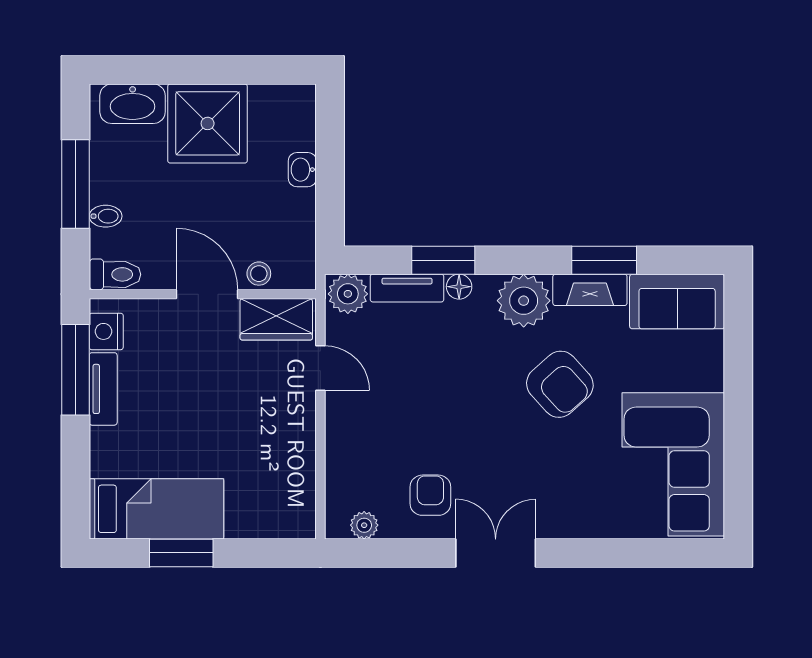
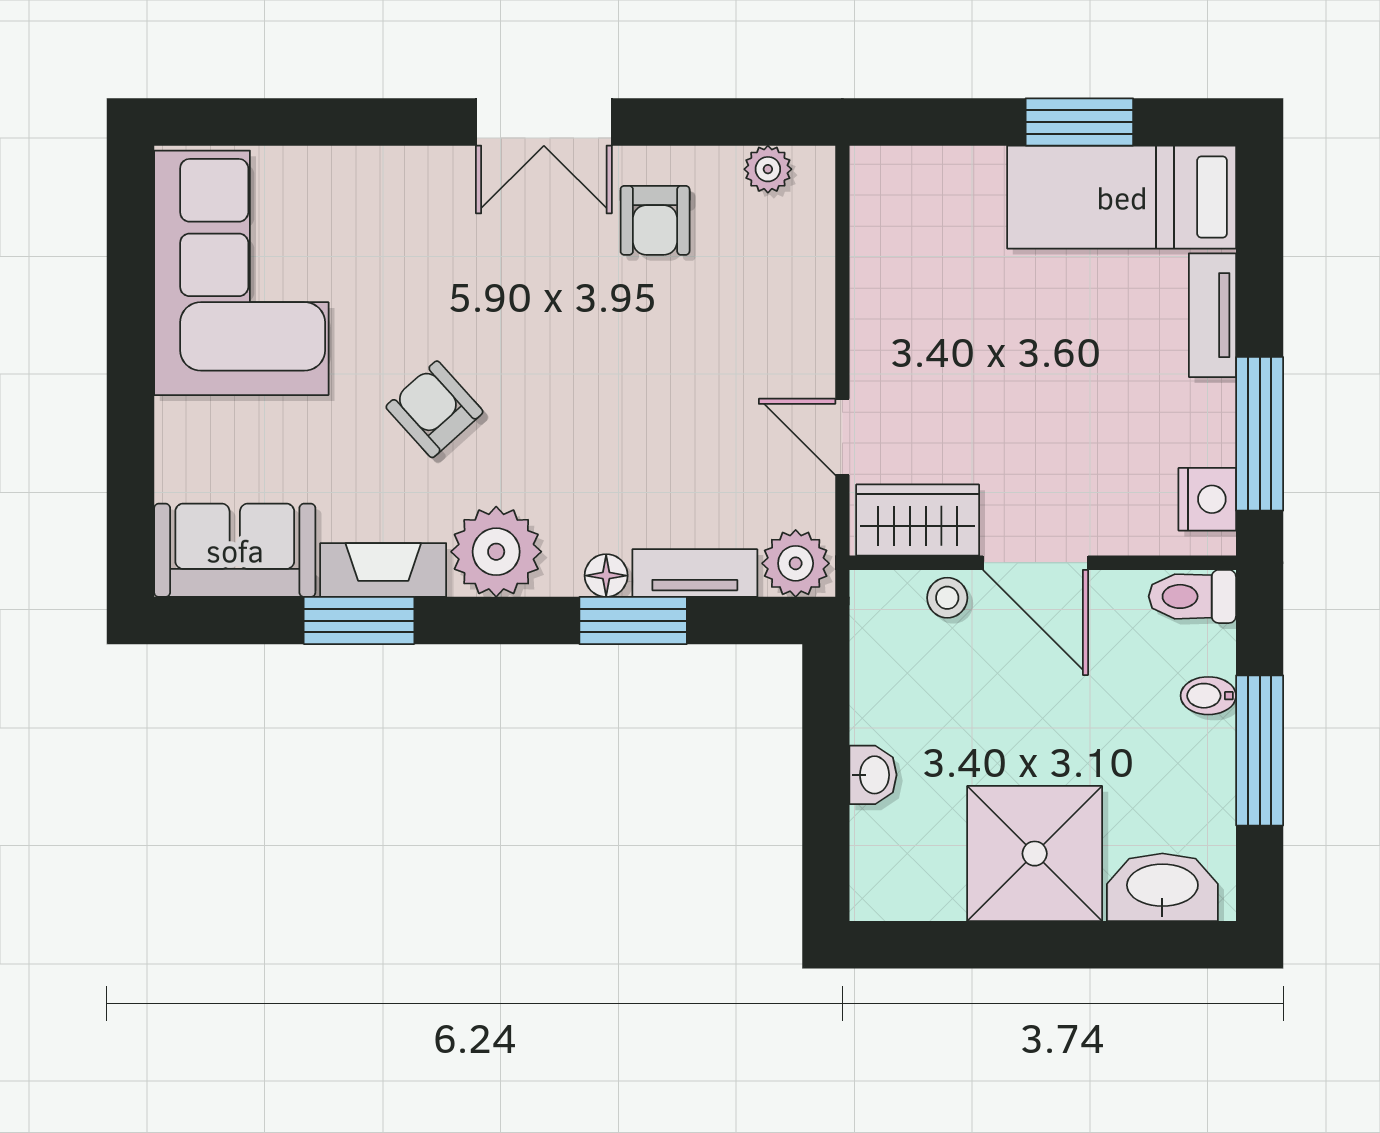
armchair: (560, 384) -> (434, 409), width x0.72, depth x0.72
tv unit: (103, 389) -> (1212, 315), moved

